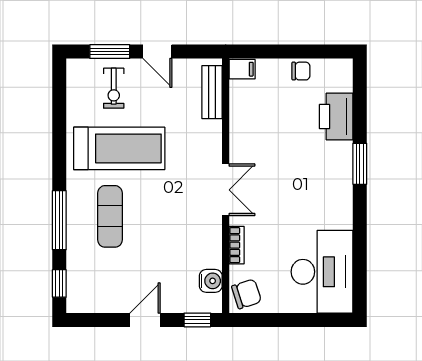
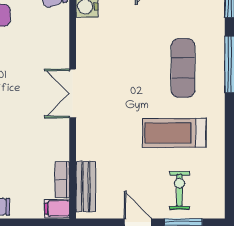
treadmill: (119, 148) -> (174, 133), width x0.73, depth x0.73
bookcase: (237, 245) -> (62, 179), moved

